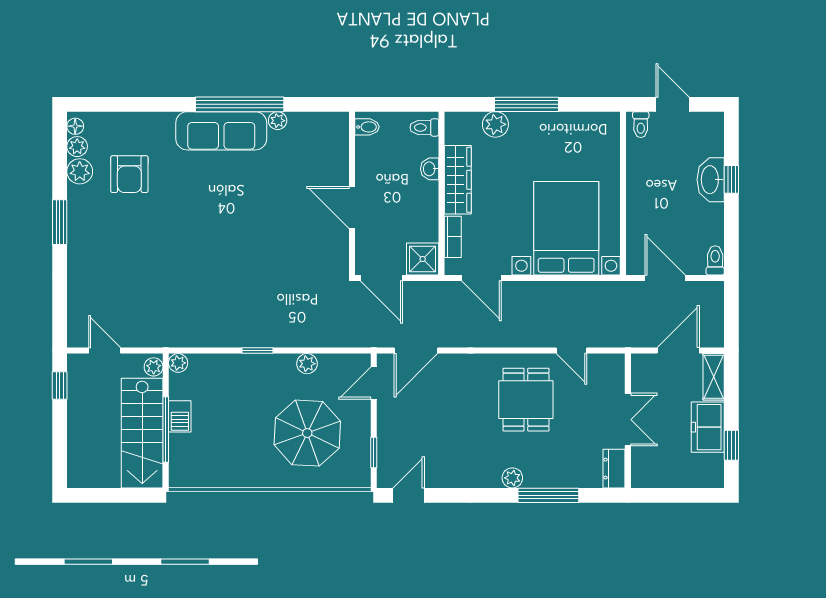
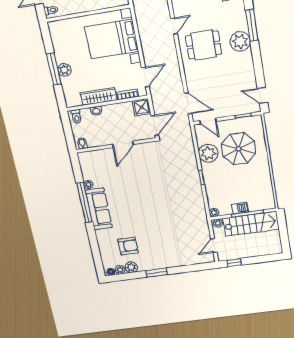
plant: (495, 124) -> (64, 70), moved
plant: (307, 364) -> (208, 153), width x1.88, depth x1.88
plant: (512, 478) -> (240, 42), width x1.88, depth x1.88

